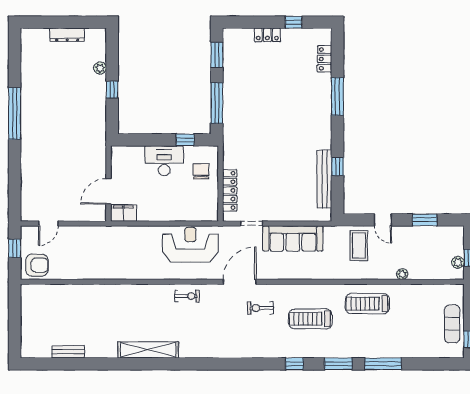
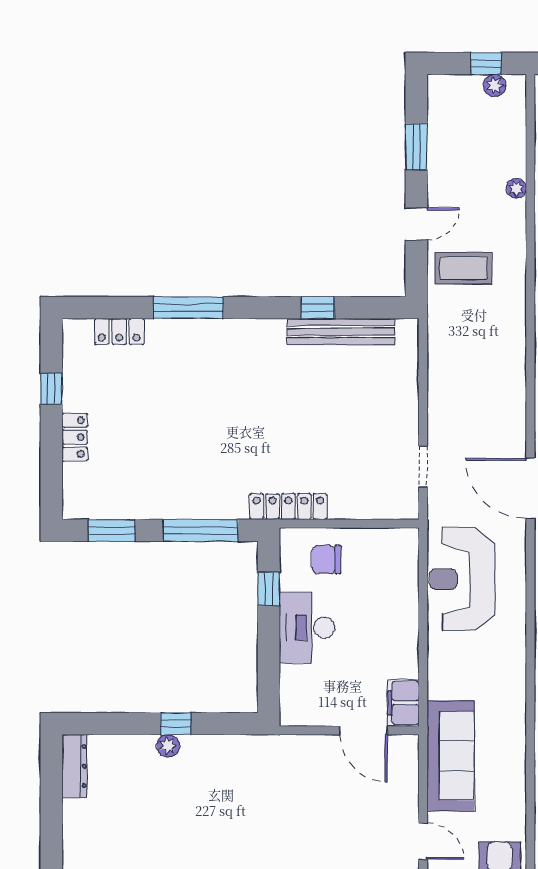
dresser: (67, 35) -> (74, 766), moved
plant: (100, 68) -> (168, 746), moved
locker: (230, 190) -> (288, 507), moved
sofa: (293, 238) -> (451, 756), moved

